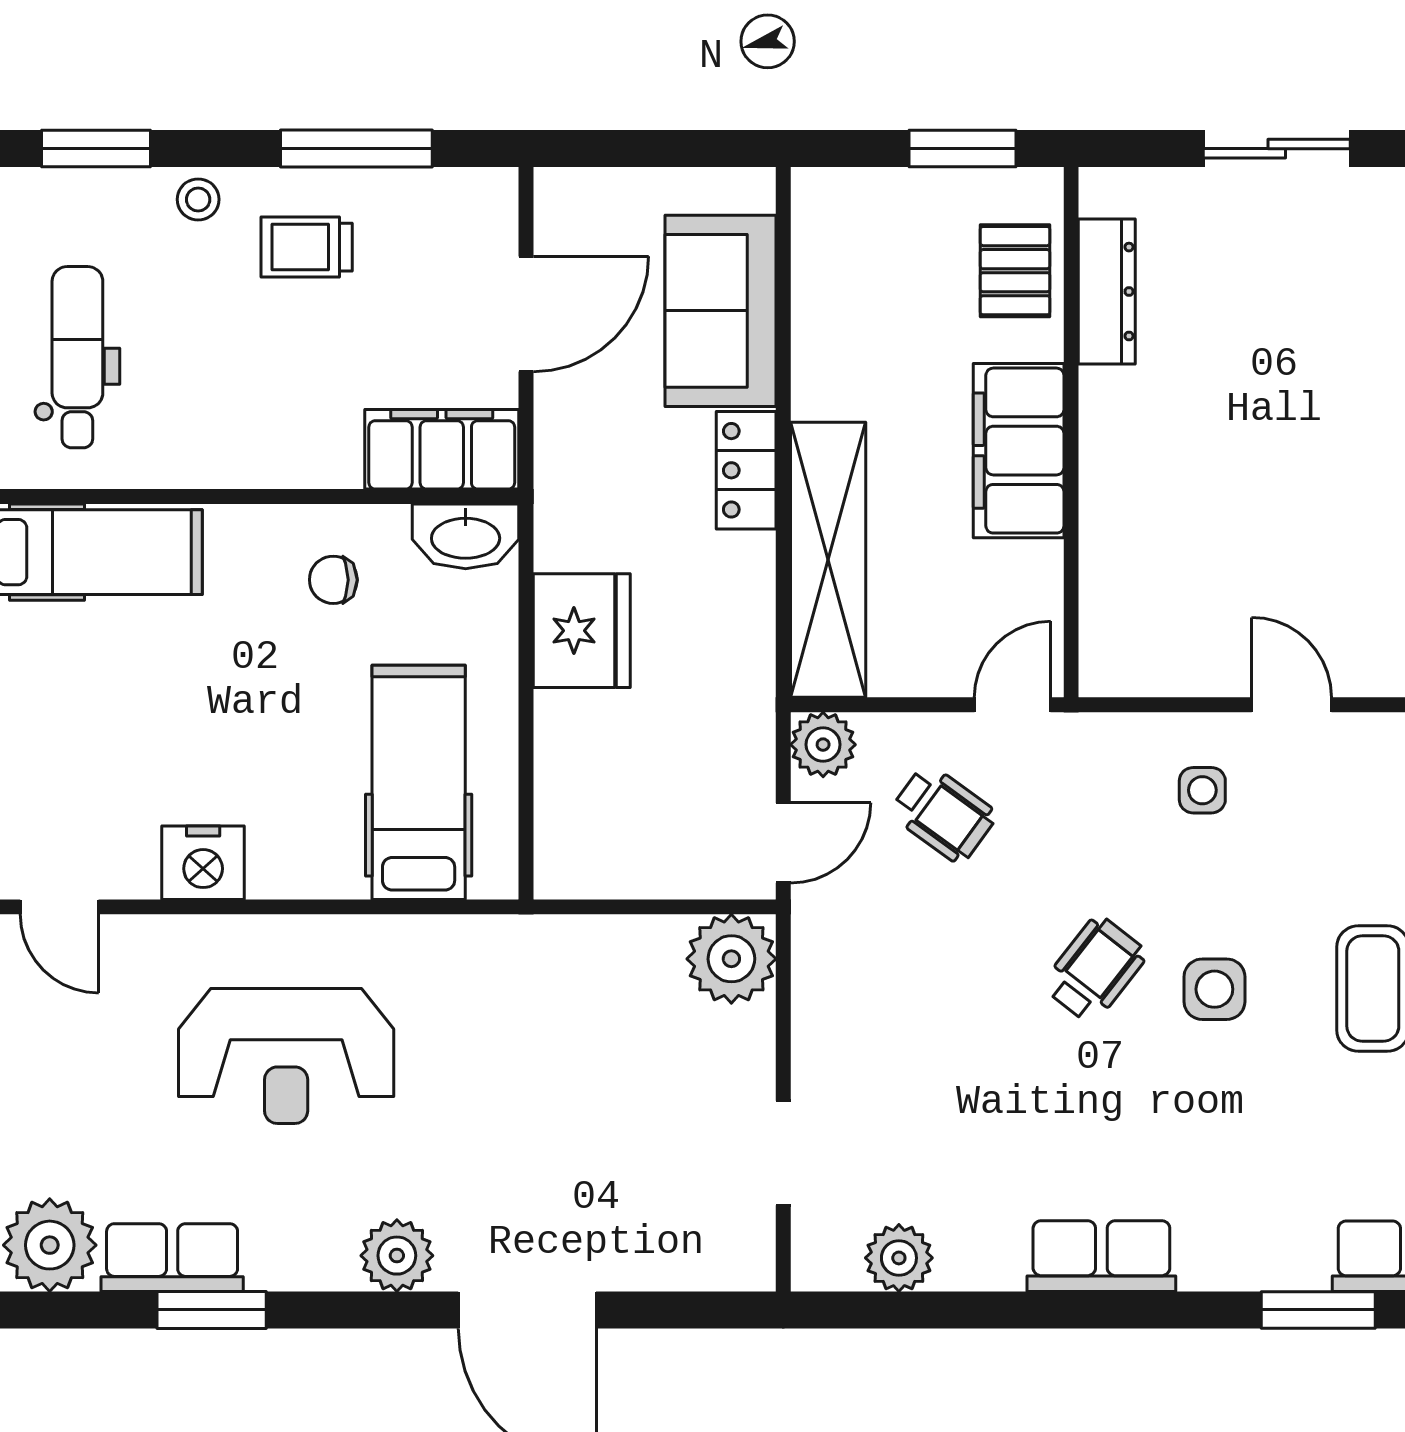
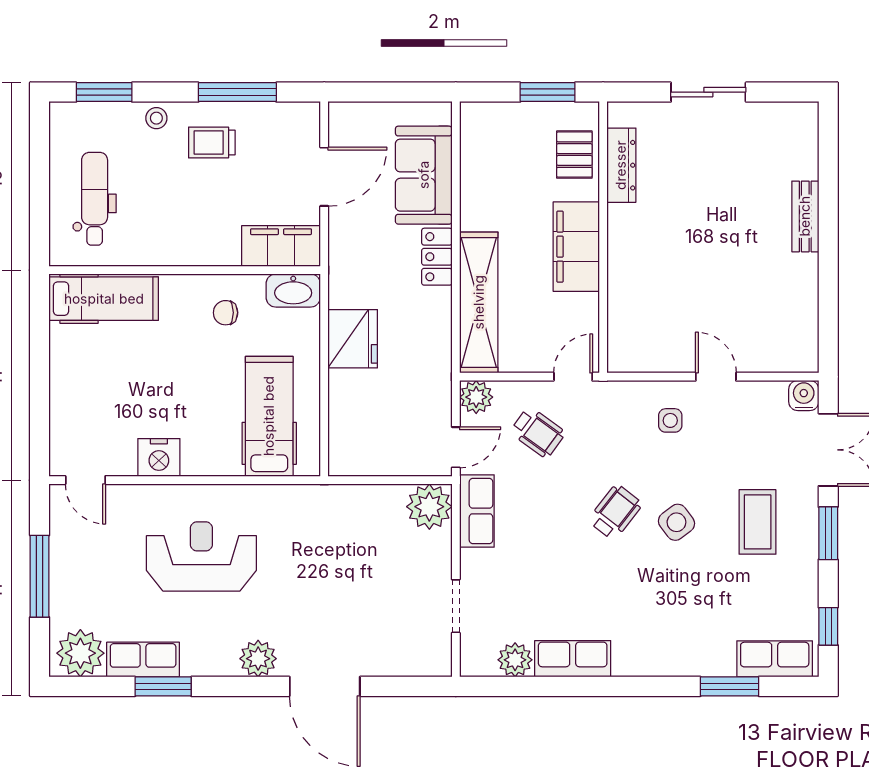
row of seats: (824, 967) -> (477, 511), added
side table: (1214, 989) -> (676, 522), turned -37
reception desk: (286, 1056) -> (201, 556), turned 180
row of seats: (1101, 1256) -> (573, 659), moved

